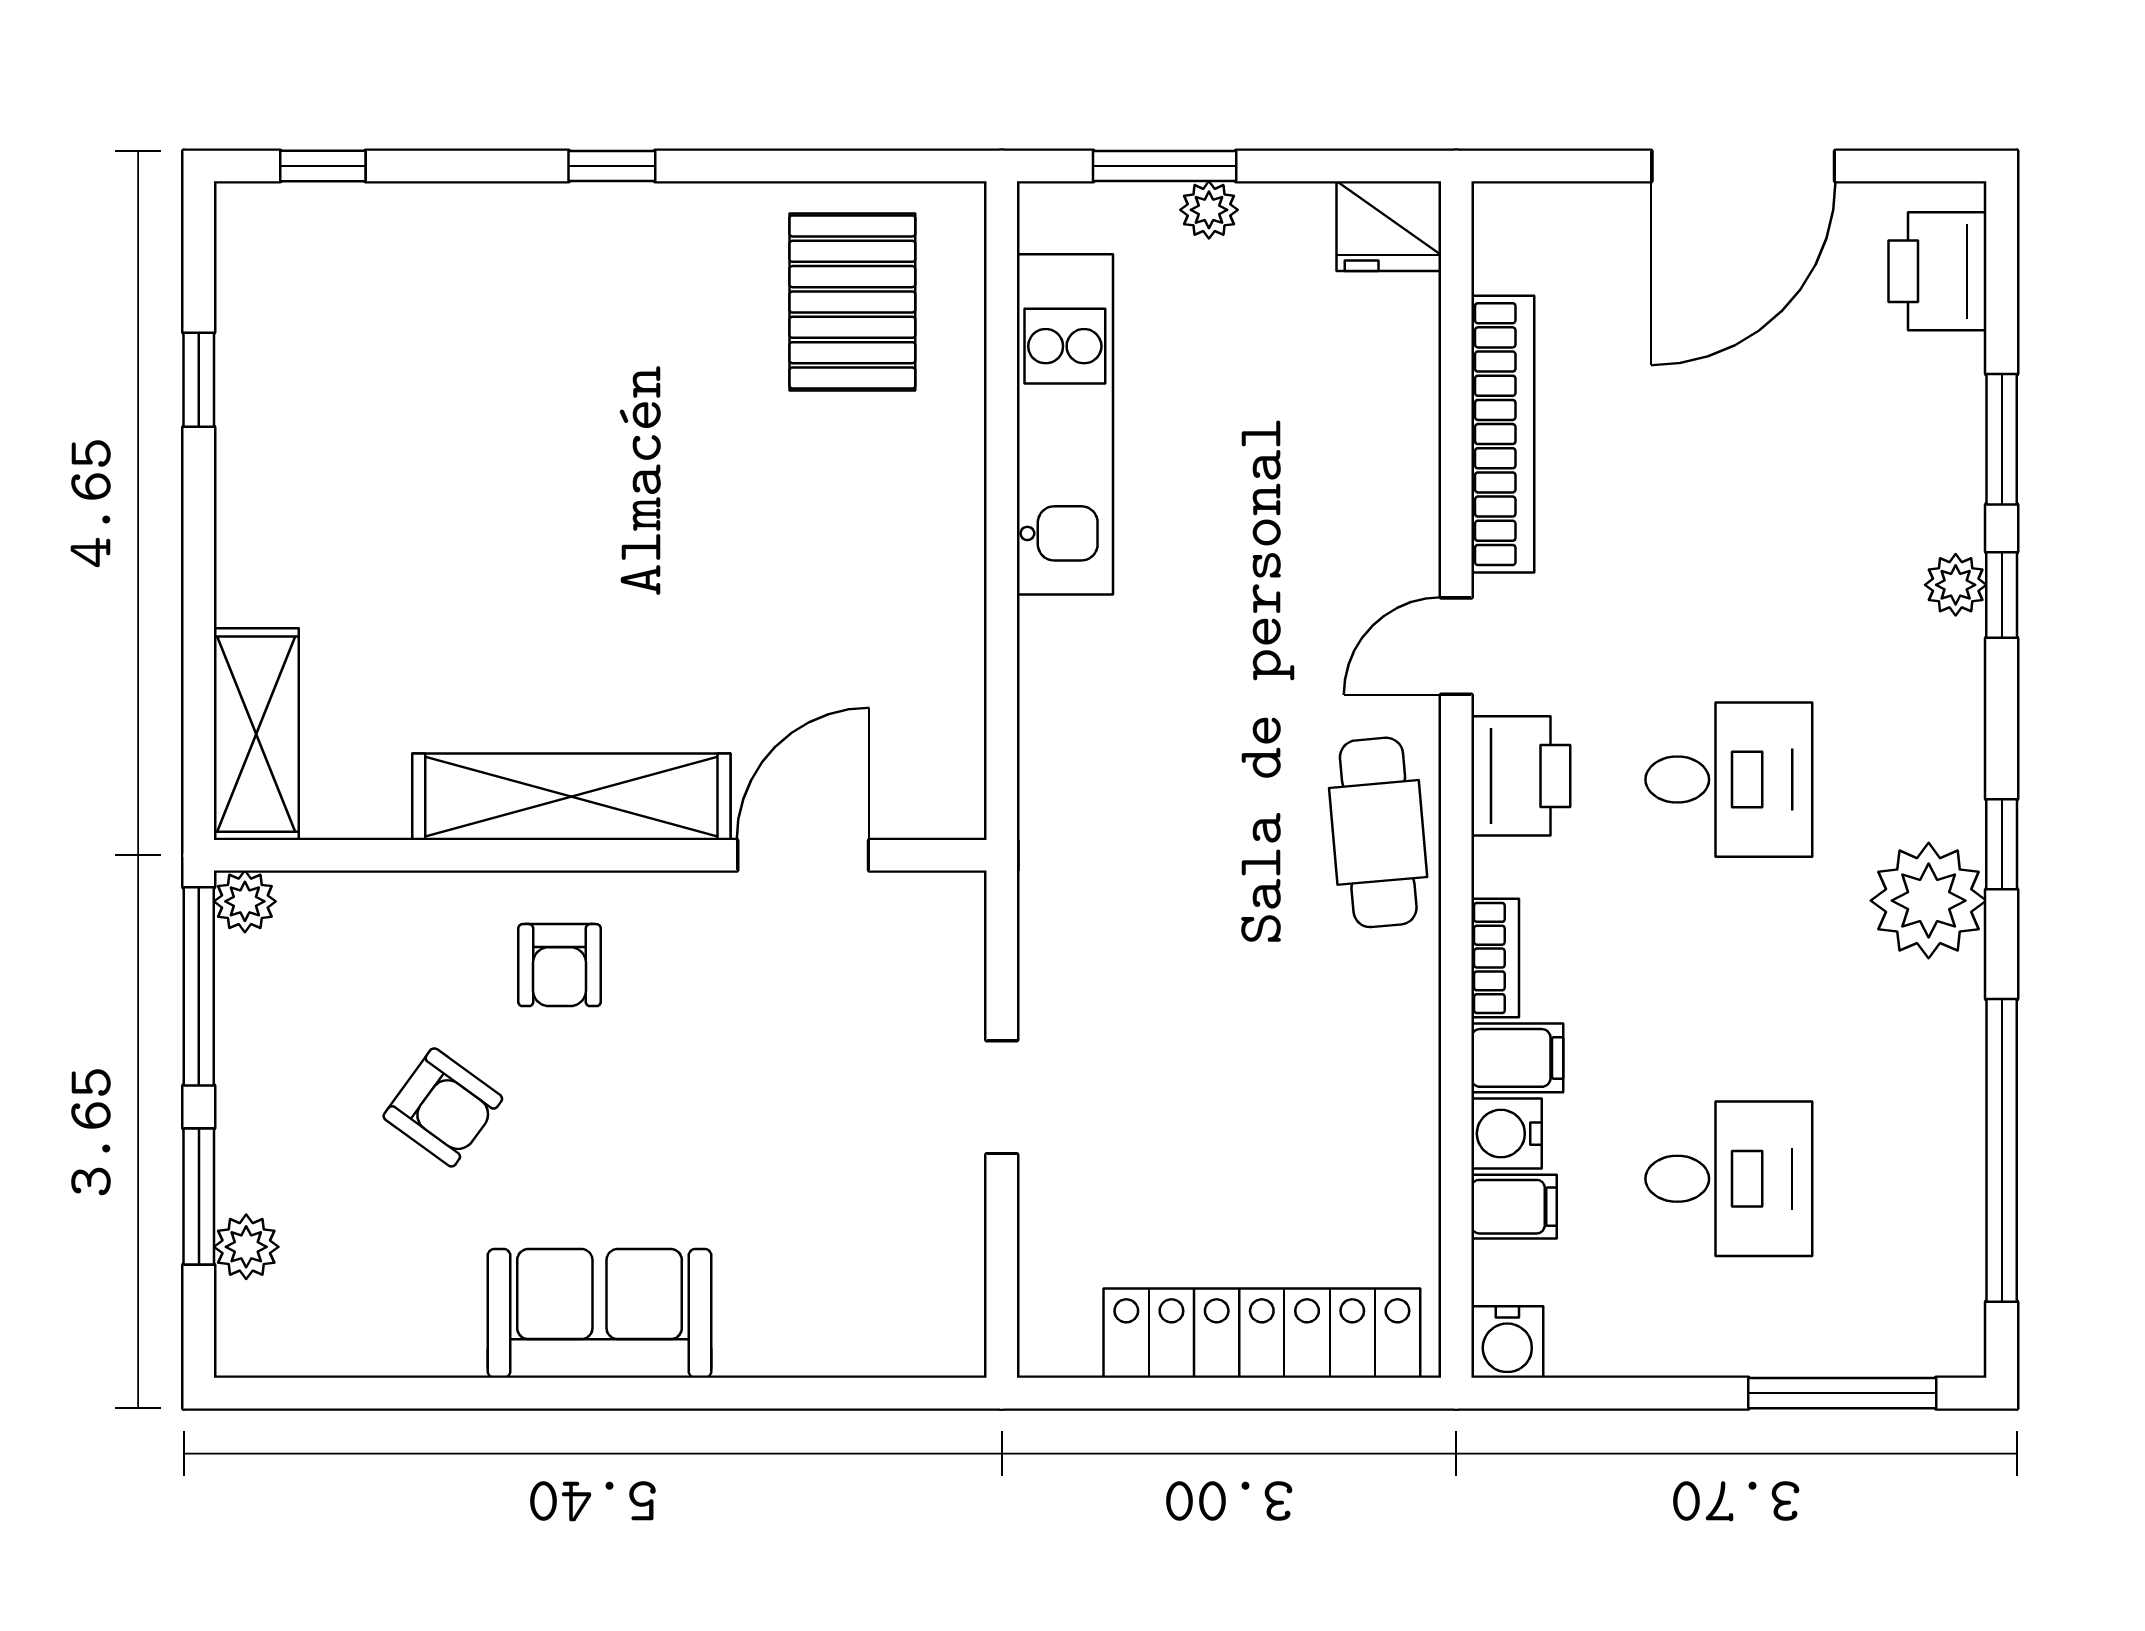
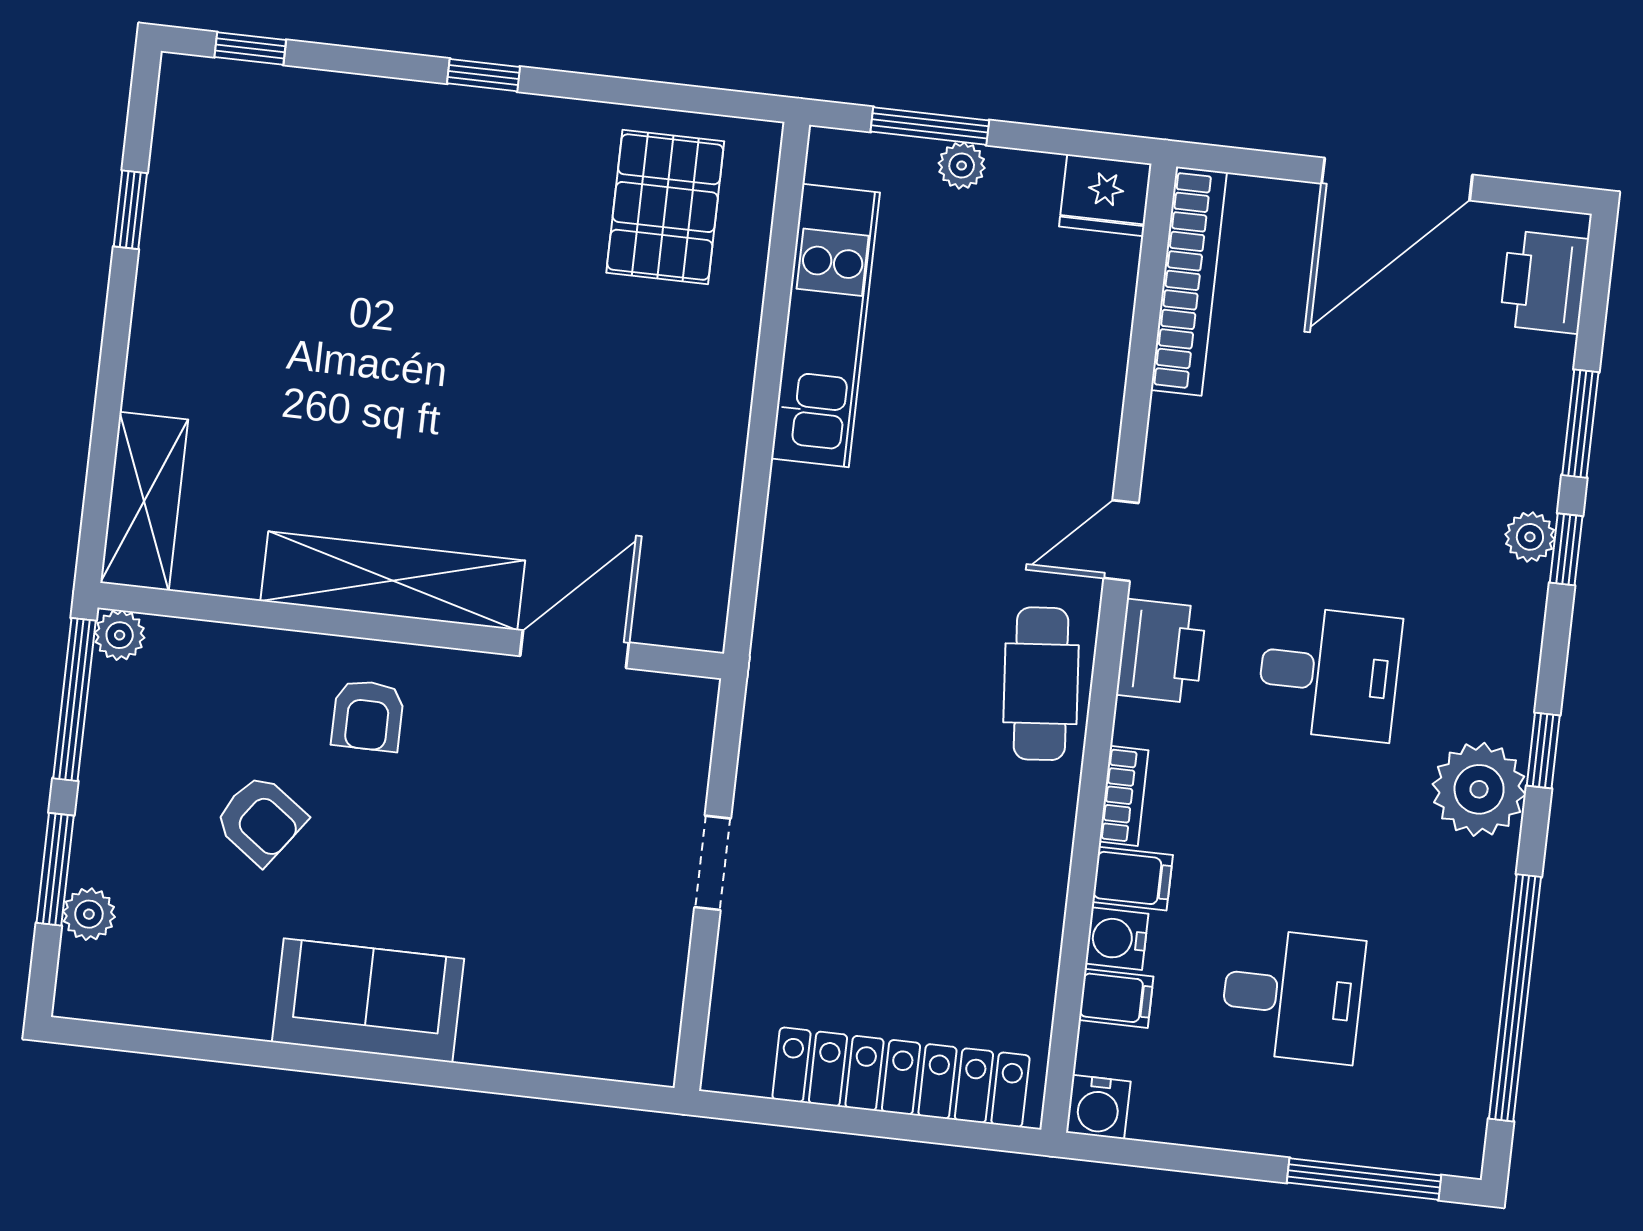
bookcase: (1503, 434) -> (1189, 281), moved

